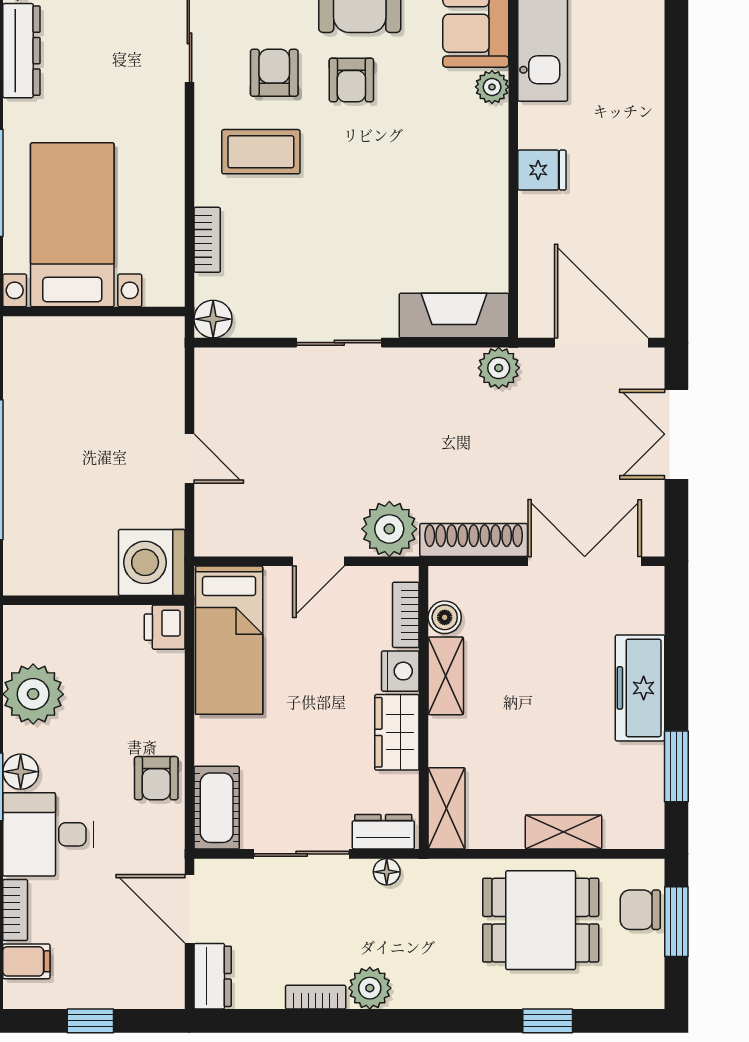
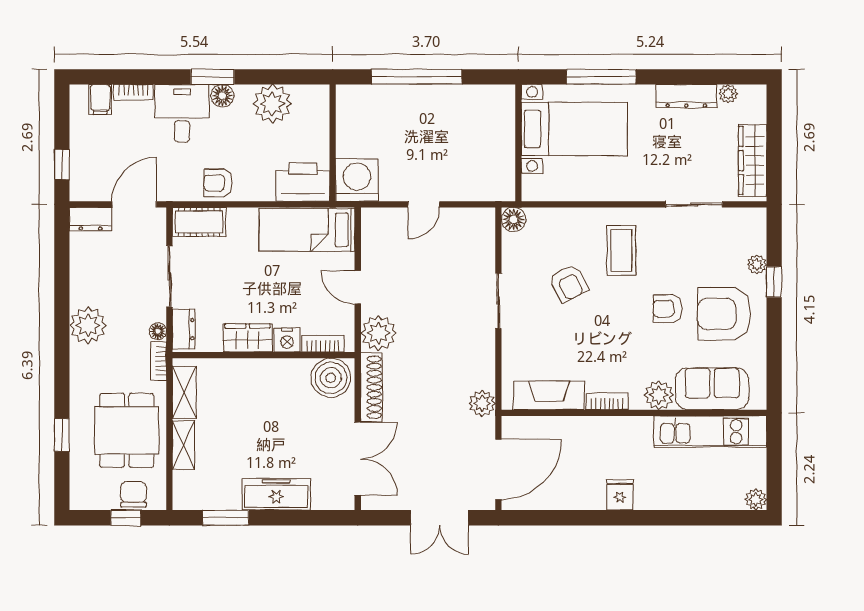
armchair: (274, 73) -> (569, 283), moved, turned 63
plant: (492, 87) -> (659, 395), width x1.38, depth x1.38
fridge: (542, 170) -> (620, 495), moved, turned 180
bookcase: (207, 240) -> (607, 401), moved, turned 180
fireplace: (454, 316) -> (549, 395), moved, turned -90
double door: (676, 434) -> (439, 518), swing flipped
boiler: (445, 617) -> (331, 378), width x1.86, depth x1.86
printer: (165, 627) -> (303, 182), width x1.87, depth x1.48
shelving: (446, 676) -> (284, 369), removed
shelving: (447, 808) -> (184, 392), moved, turned 90
window: (676, 922) -> (126, 518), width x0.67
plant: (370, 988) -> (88, 325), width x1.36, depth x1.36
bookcase: (316, 997) -> (159, 361), moved, turned 180
window: (90, 1021) -> (62, 164), moved

